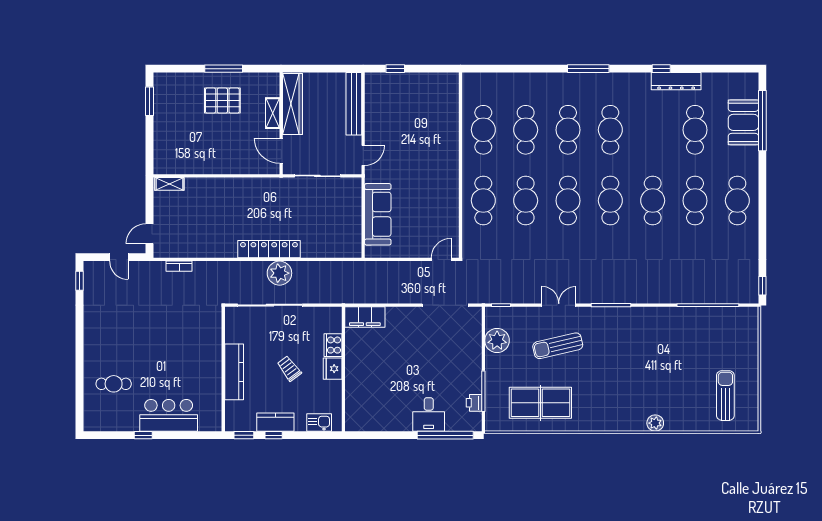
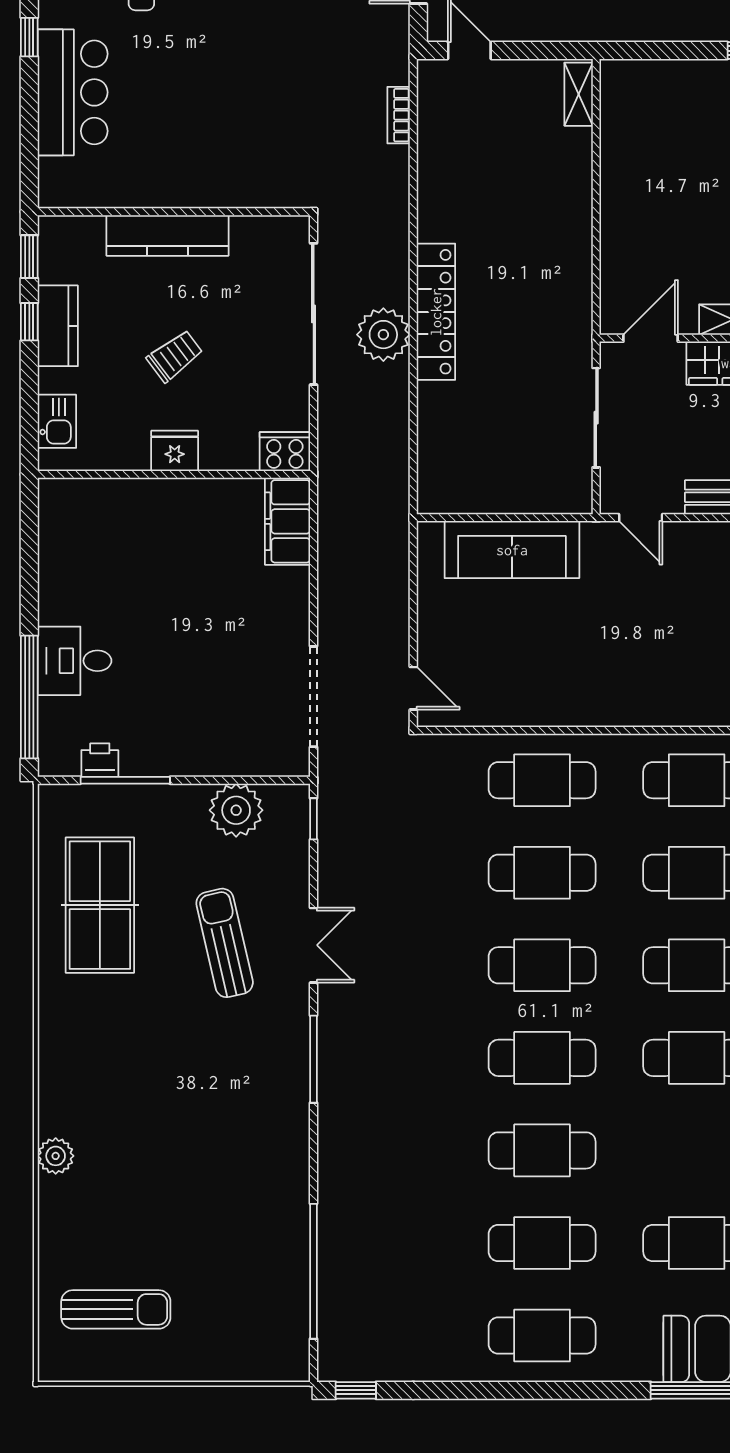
cooker: (333, 345) -> (285, 452), moved

